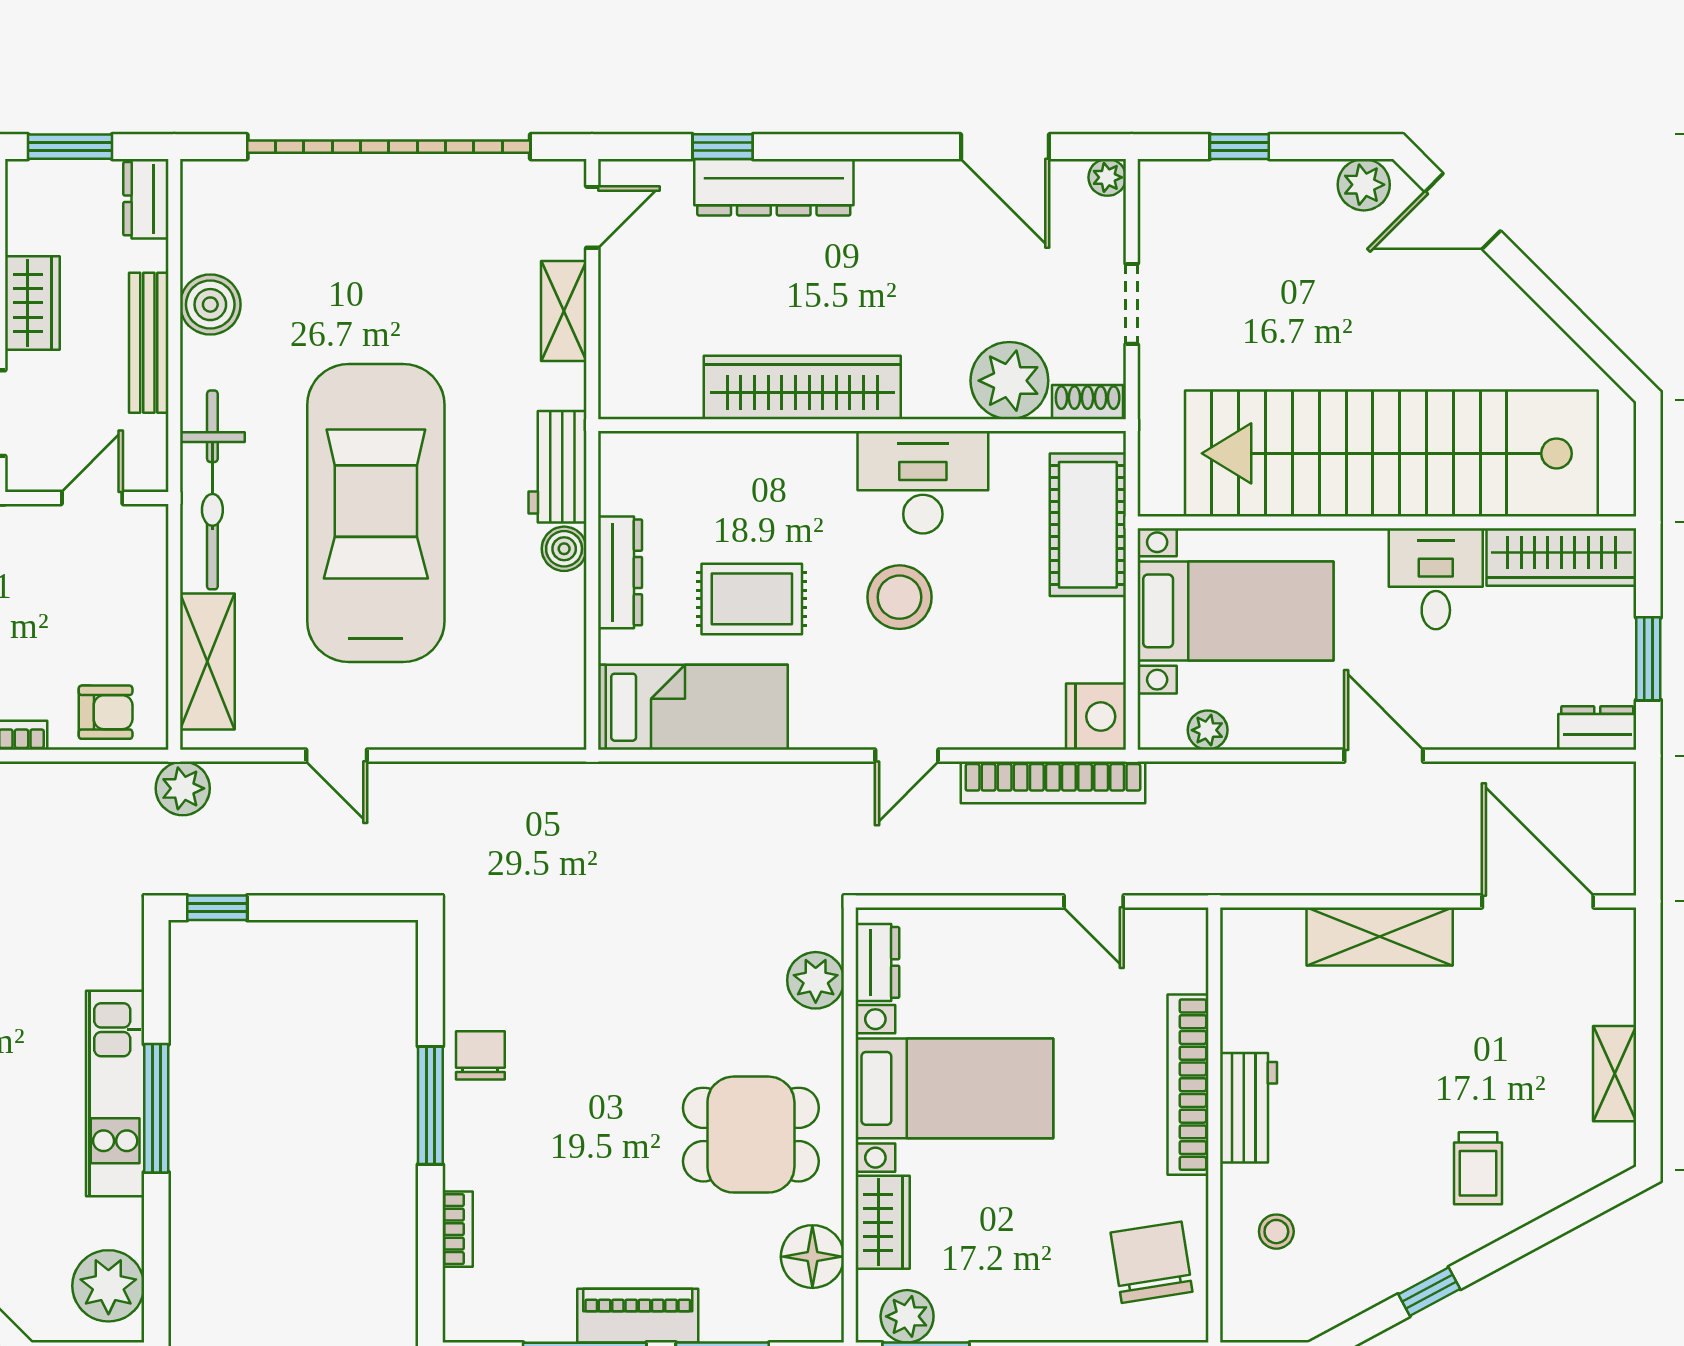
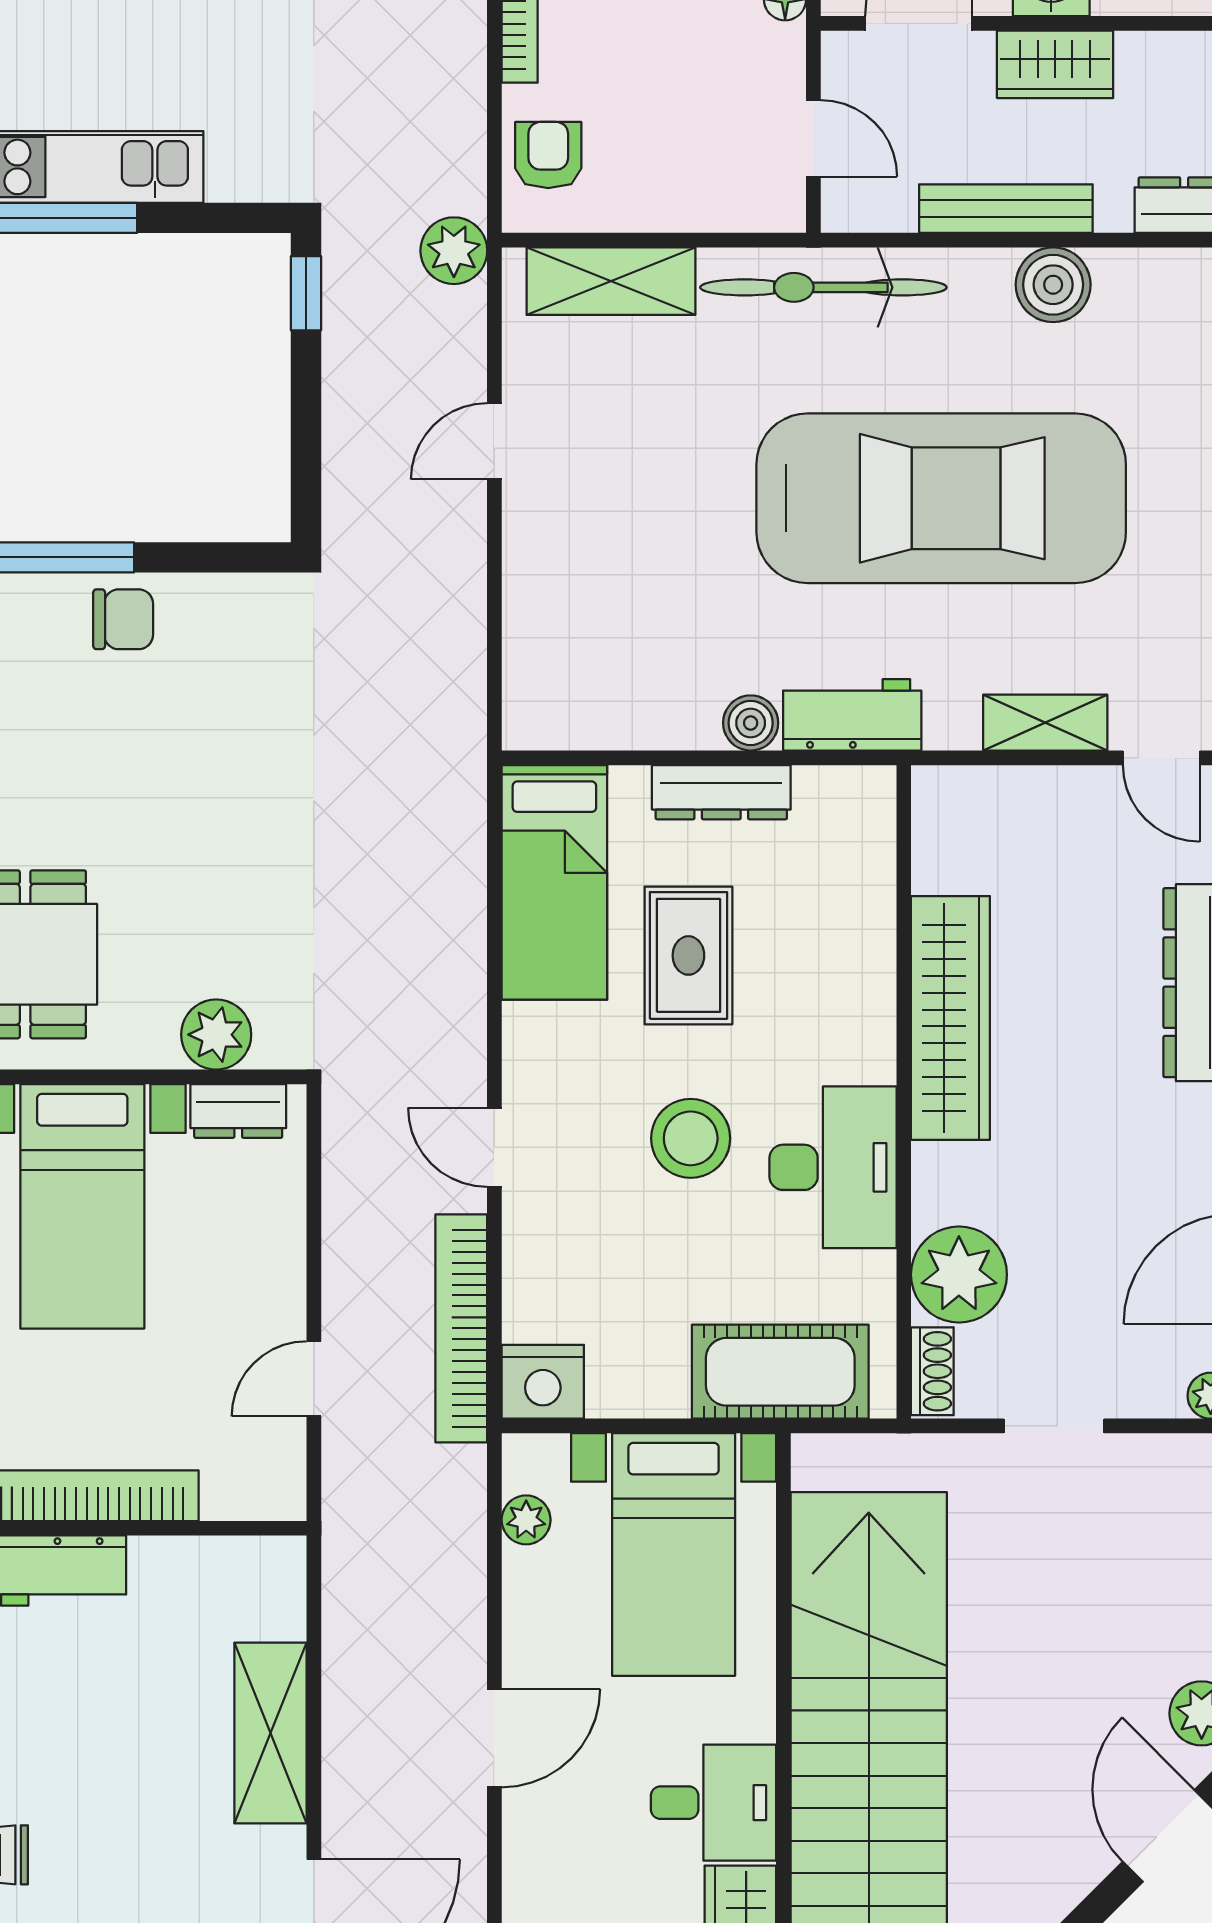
car: (376, 513) -> (941, 498), moved
armchair: (106, 712) -> (548, 155), turned 180

